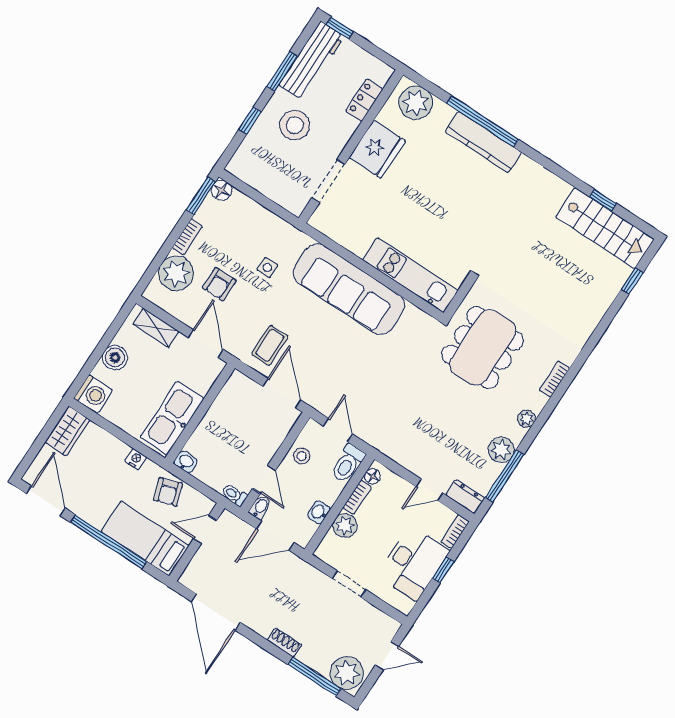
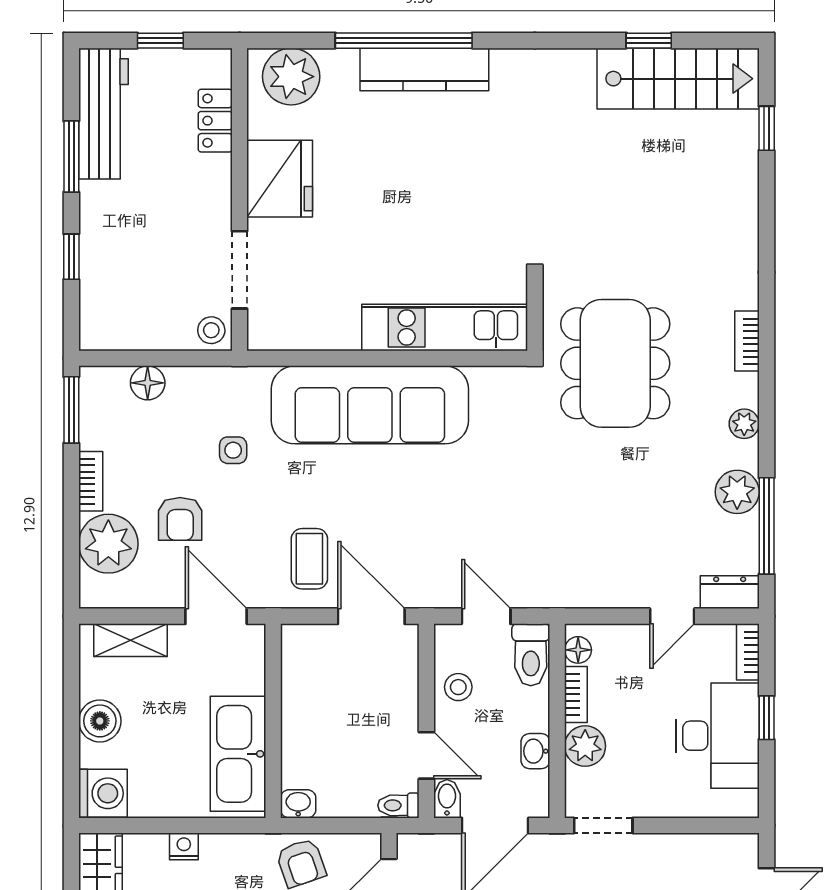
window: (340, 28) -> (160, 41), moved
stool: (295, 125) -> (211, 330), moved, width x0.53, depth x0.53
floor lamp: (222, 190) -> (148, 383), moved
nightstand: (136, 459) -> (184, 846), moved
doorway: (349, 584) -> (603, 825), moved

